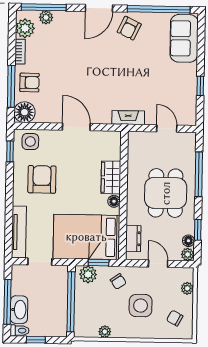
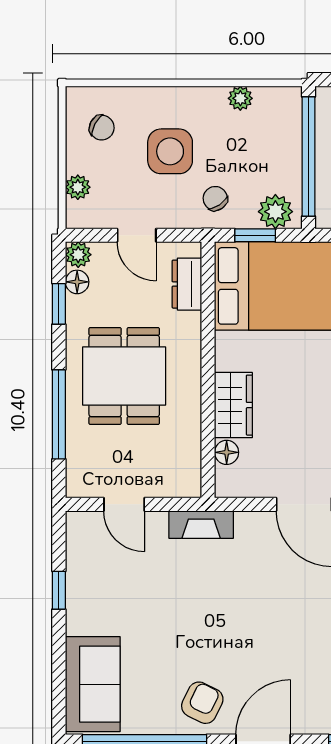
floor lamp: (114, 201) -> (227, 452), moved

